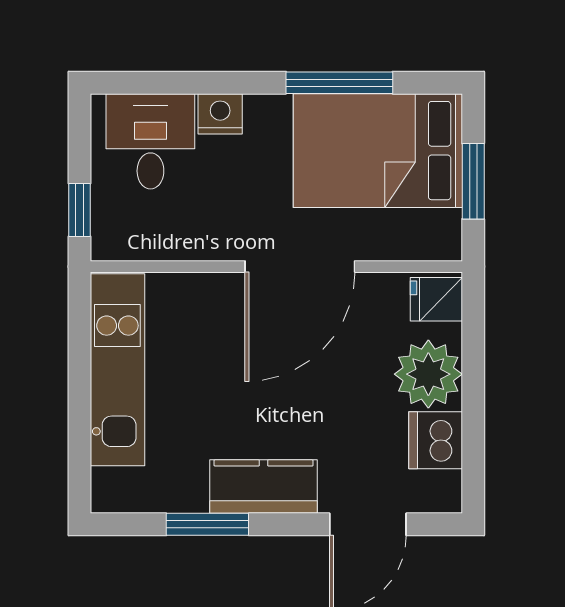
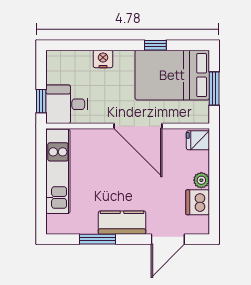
window: (339, 83) -> (155, 45), width x0.46
desk: (150, 141) -> (67, 104), moved, turned -90
door: (300, 267) -> (138, 126), hinge flipped
plant: (428, 374) -> (201, 180), width x0.53, depth x0.53

